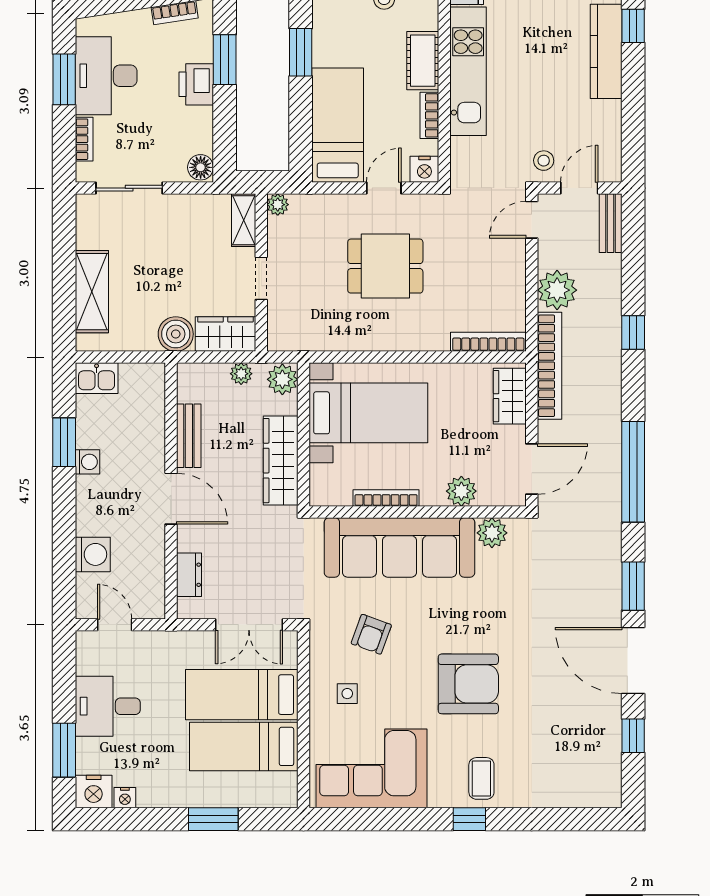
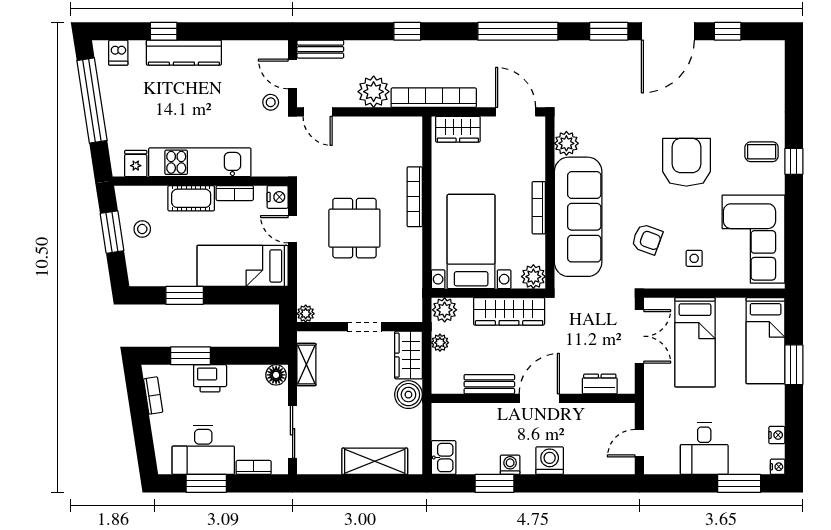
shelving: (244, 220) -> (306, 365), moved, turned 90
bookcase: (488, 342) -> (415, 197), moved
plant: (461, 491) -> (533, 277), moved
bookcase: (386, 498) -> (539, 208), moved
washing machine: (93, 554) -> (550, 461), moved
bed: (244, 746) -> (766, 341), moved
nightstand: (94, 791) -> (778, 467), width x0.53, depth x0.56

